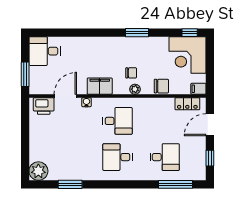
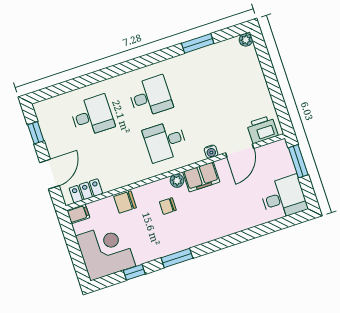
window: (190, 33) -> (134, 272), moved
plant: (135, 89) -> (177, 181), moved
desk: (165, 157) -> (92, 116), turned 180
plant: (38, 171) -> (246, 40), width x0.53, depth x0.53
window: (176, 184) -> (68, 86), removed

